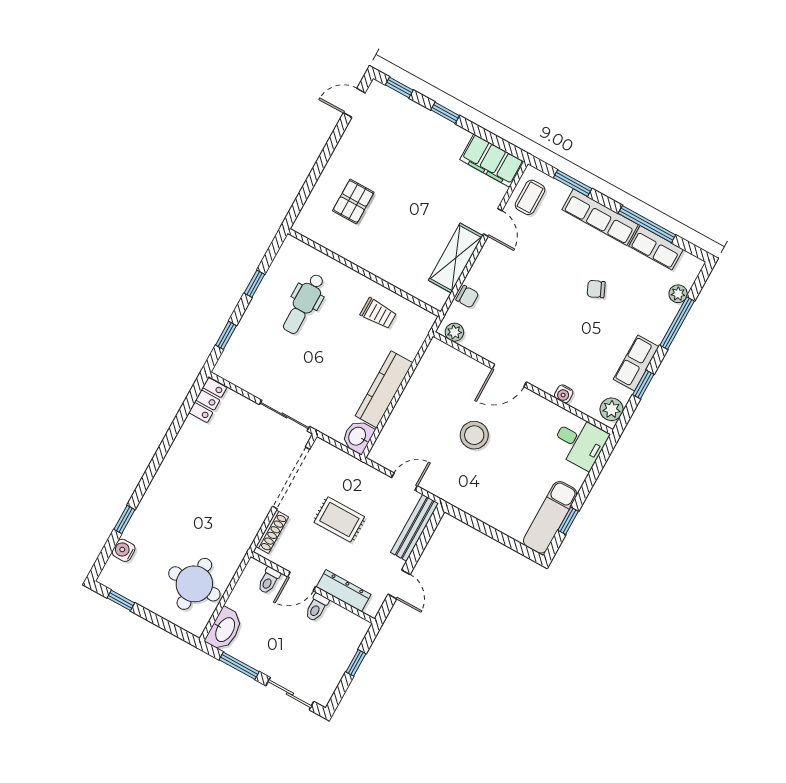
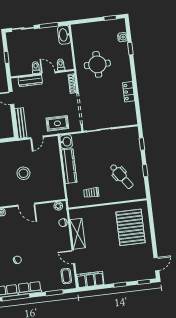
pallet: (353, 202) -> (131, 227), width x2.05, depth x2.00
row of seats: (600, 217) -> (30, 288), width x0.68
dental chair: (304, 304) -> (122, 176), turned 145
door: (509, 376) -> (26, 205), swing flipped
locker: (208, 400) -> (129, 92), moved
rug: (339, 520) -> (57, 123), moved
door: (302, 582) -> (48, 73), hinge flipped
round table: (194, 584) -> (97, 64), moved

